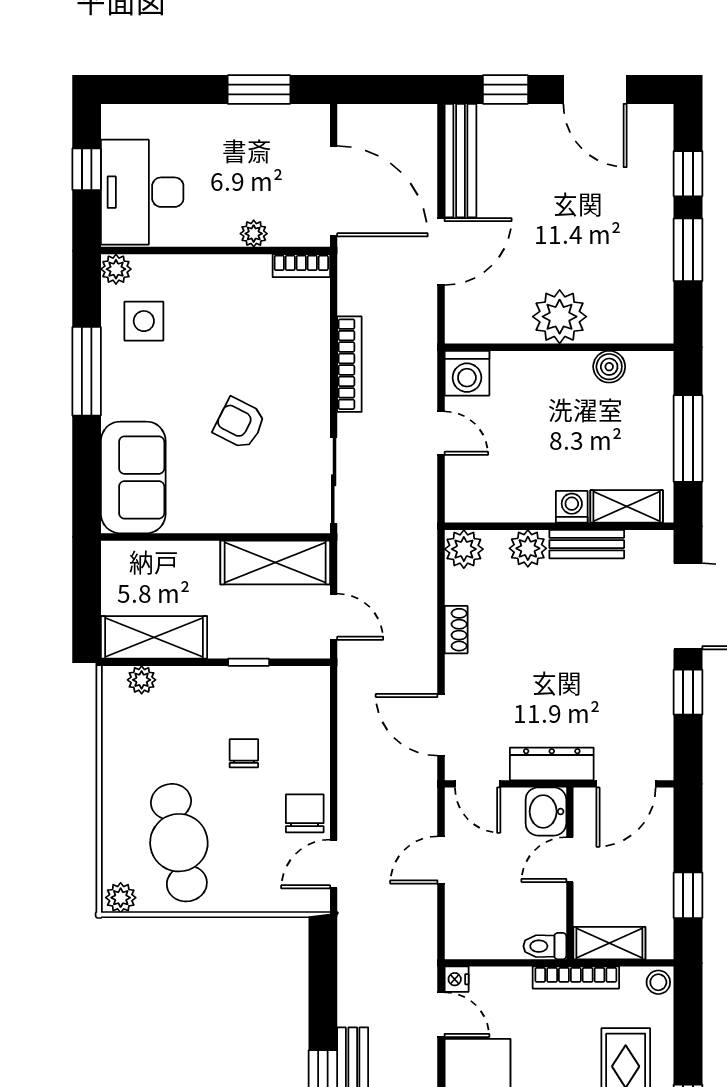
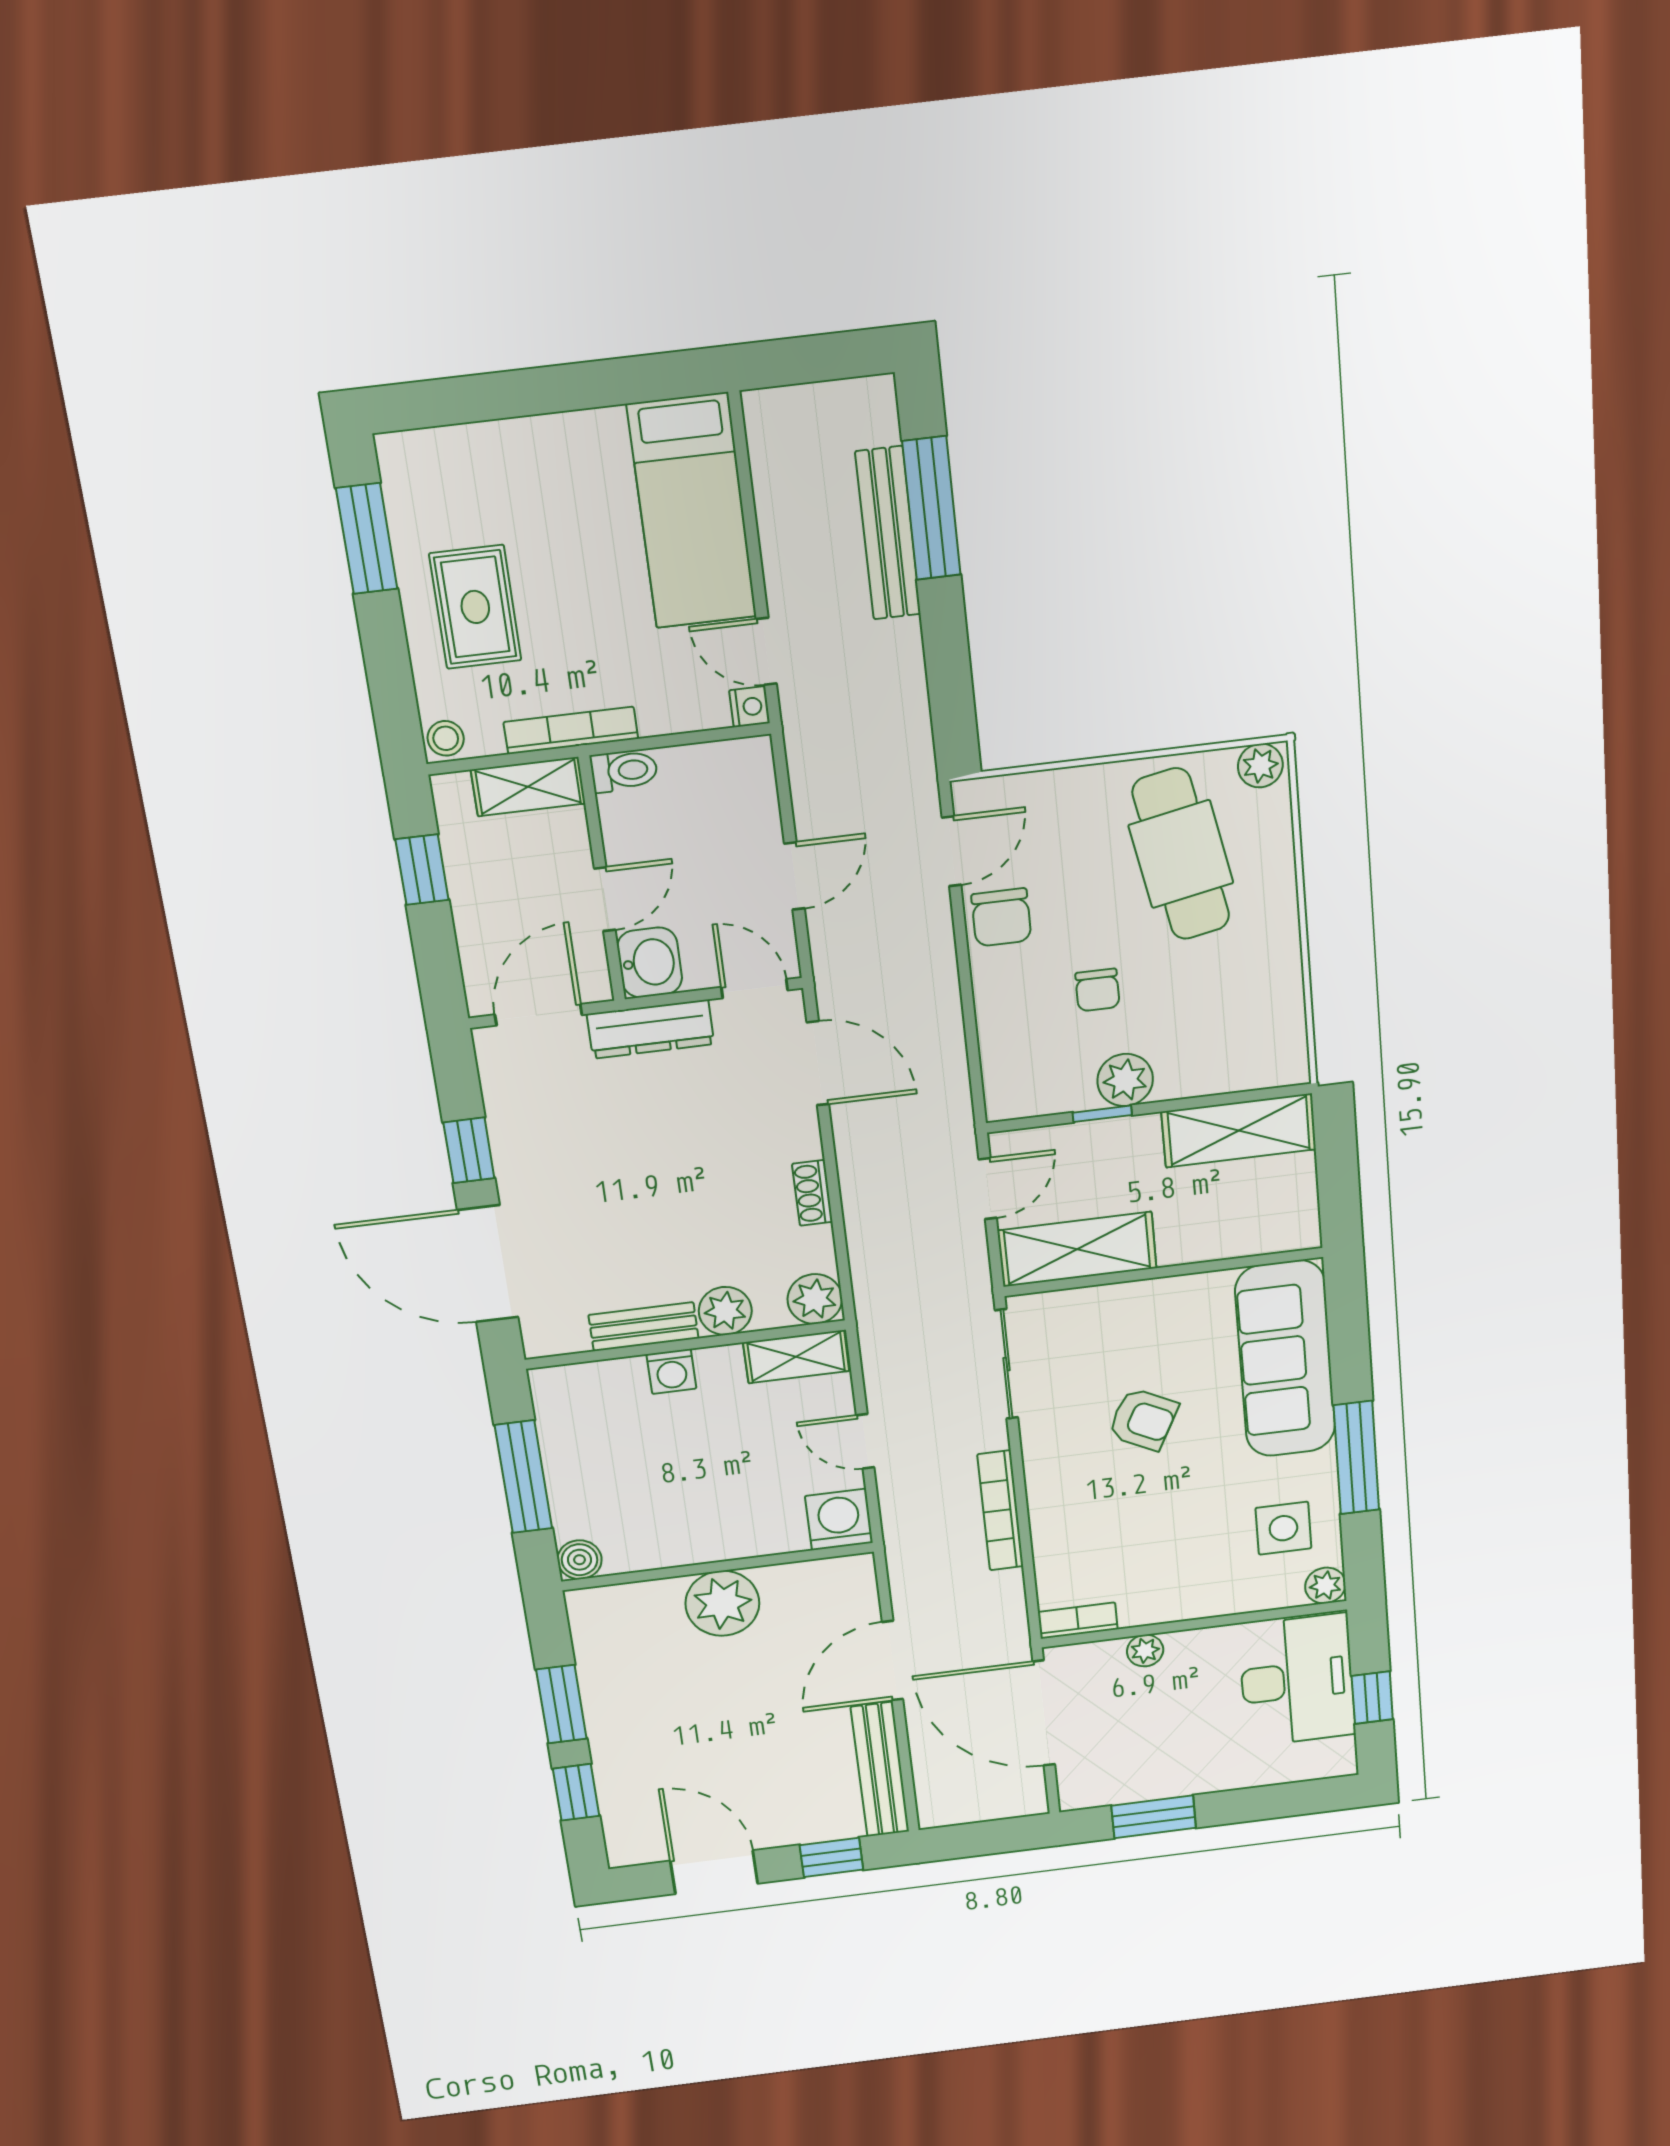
boiler: (609, 367) -> (579, 1560), moved
sofa: (133, 477) -> (1285, 1359), width x1.36
shelving: (627, 506) -> (796, 1357), moved
door: (334, 617) -> (988, 1189), swing flipped
plant: (142, 680) -> (1125, 1080), moved, width x1.38, depth x1.38

